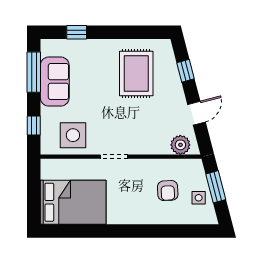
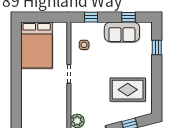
window: (34, 72) -> (129, 17), width x0.46
side table: (73, 135) -> (84, 45), width x0.54, depth x0.54
armchair: (168, 191) -> (45, 112), removed

